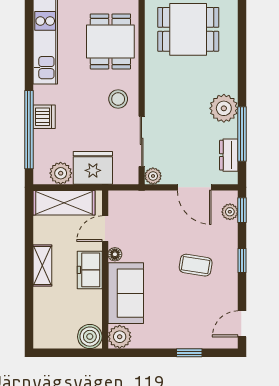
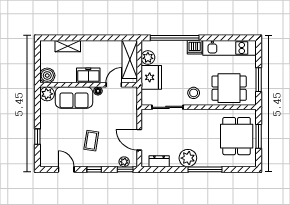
dishwasher: (44, 117) -> (195, 47), moved
window: (242, 134) -> (205, 169), moved
plant: (153, 176) -> (146, 114), removed
door: (194, 187) -> (139, 140), hinge flipped
door: (105, 229) -> (114, 85), hinge flipped
shelving: (42, 265) -> (68, 46), moved
door: (242, 324) -> (66, 169), moved

